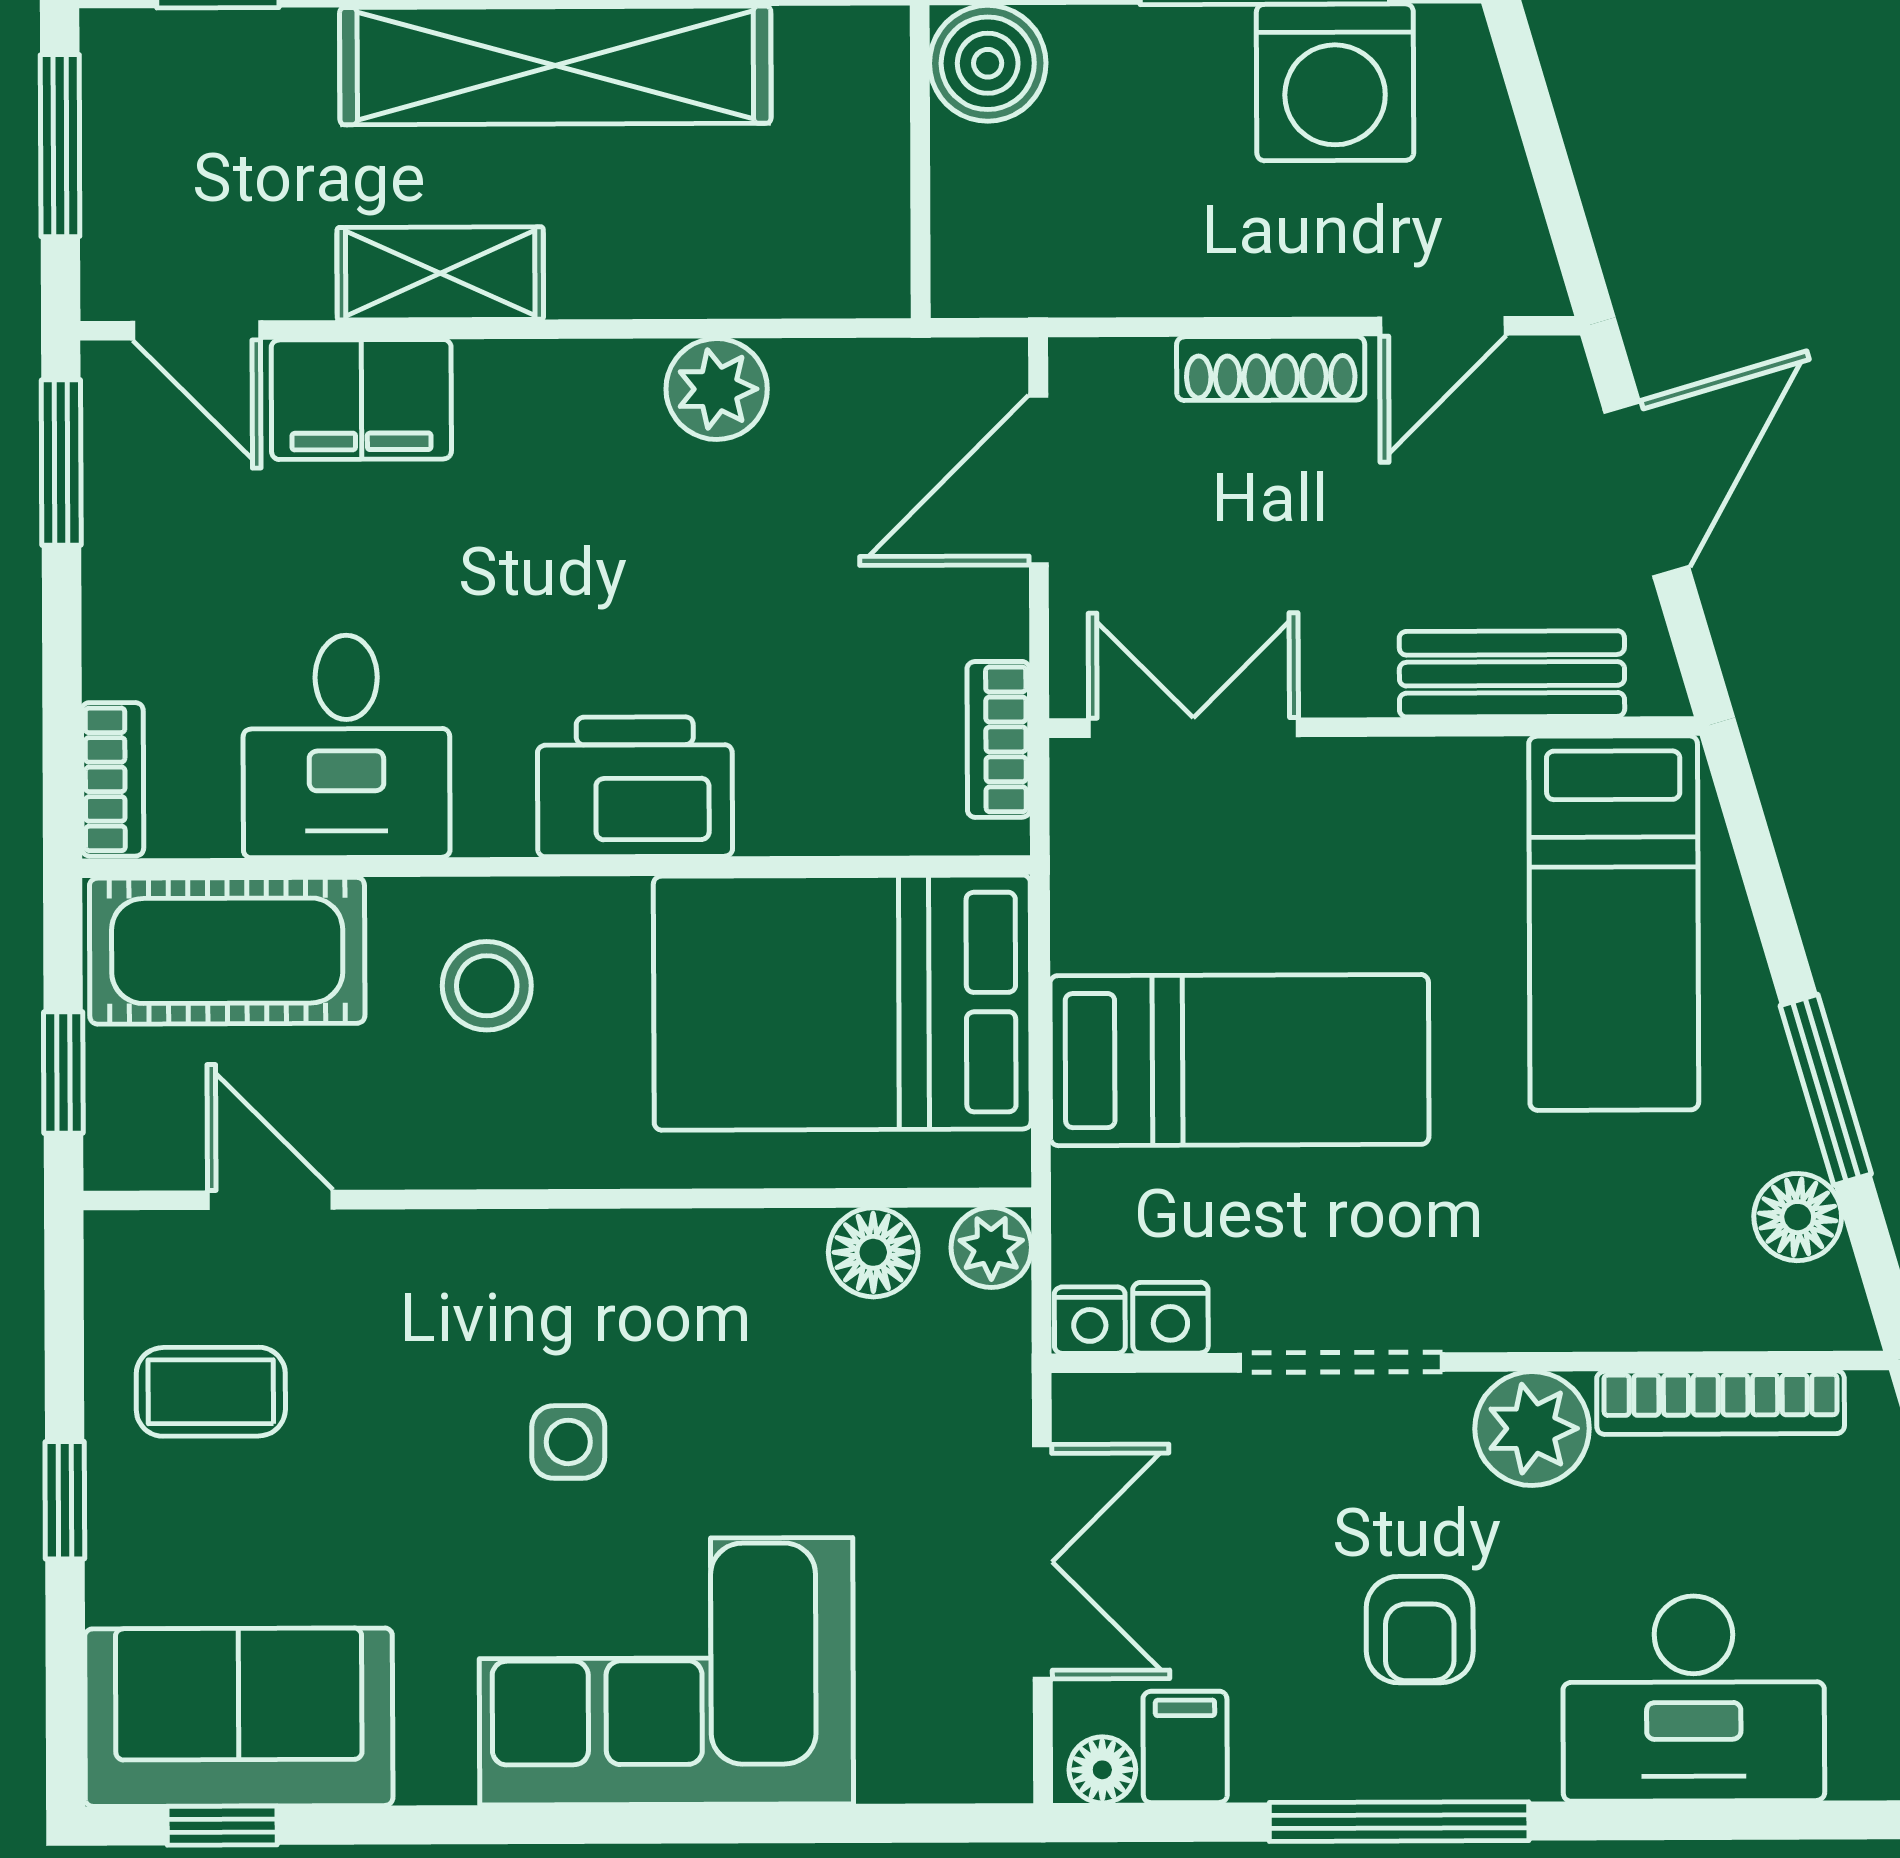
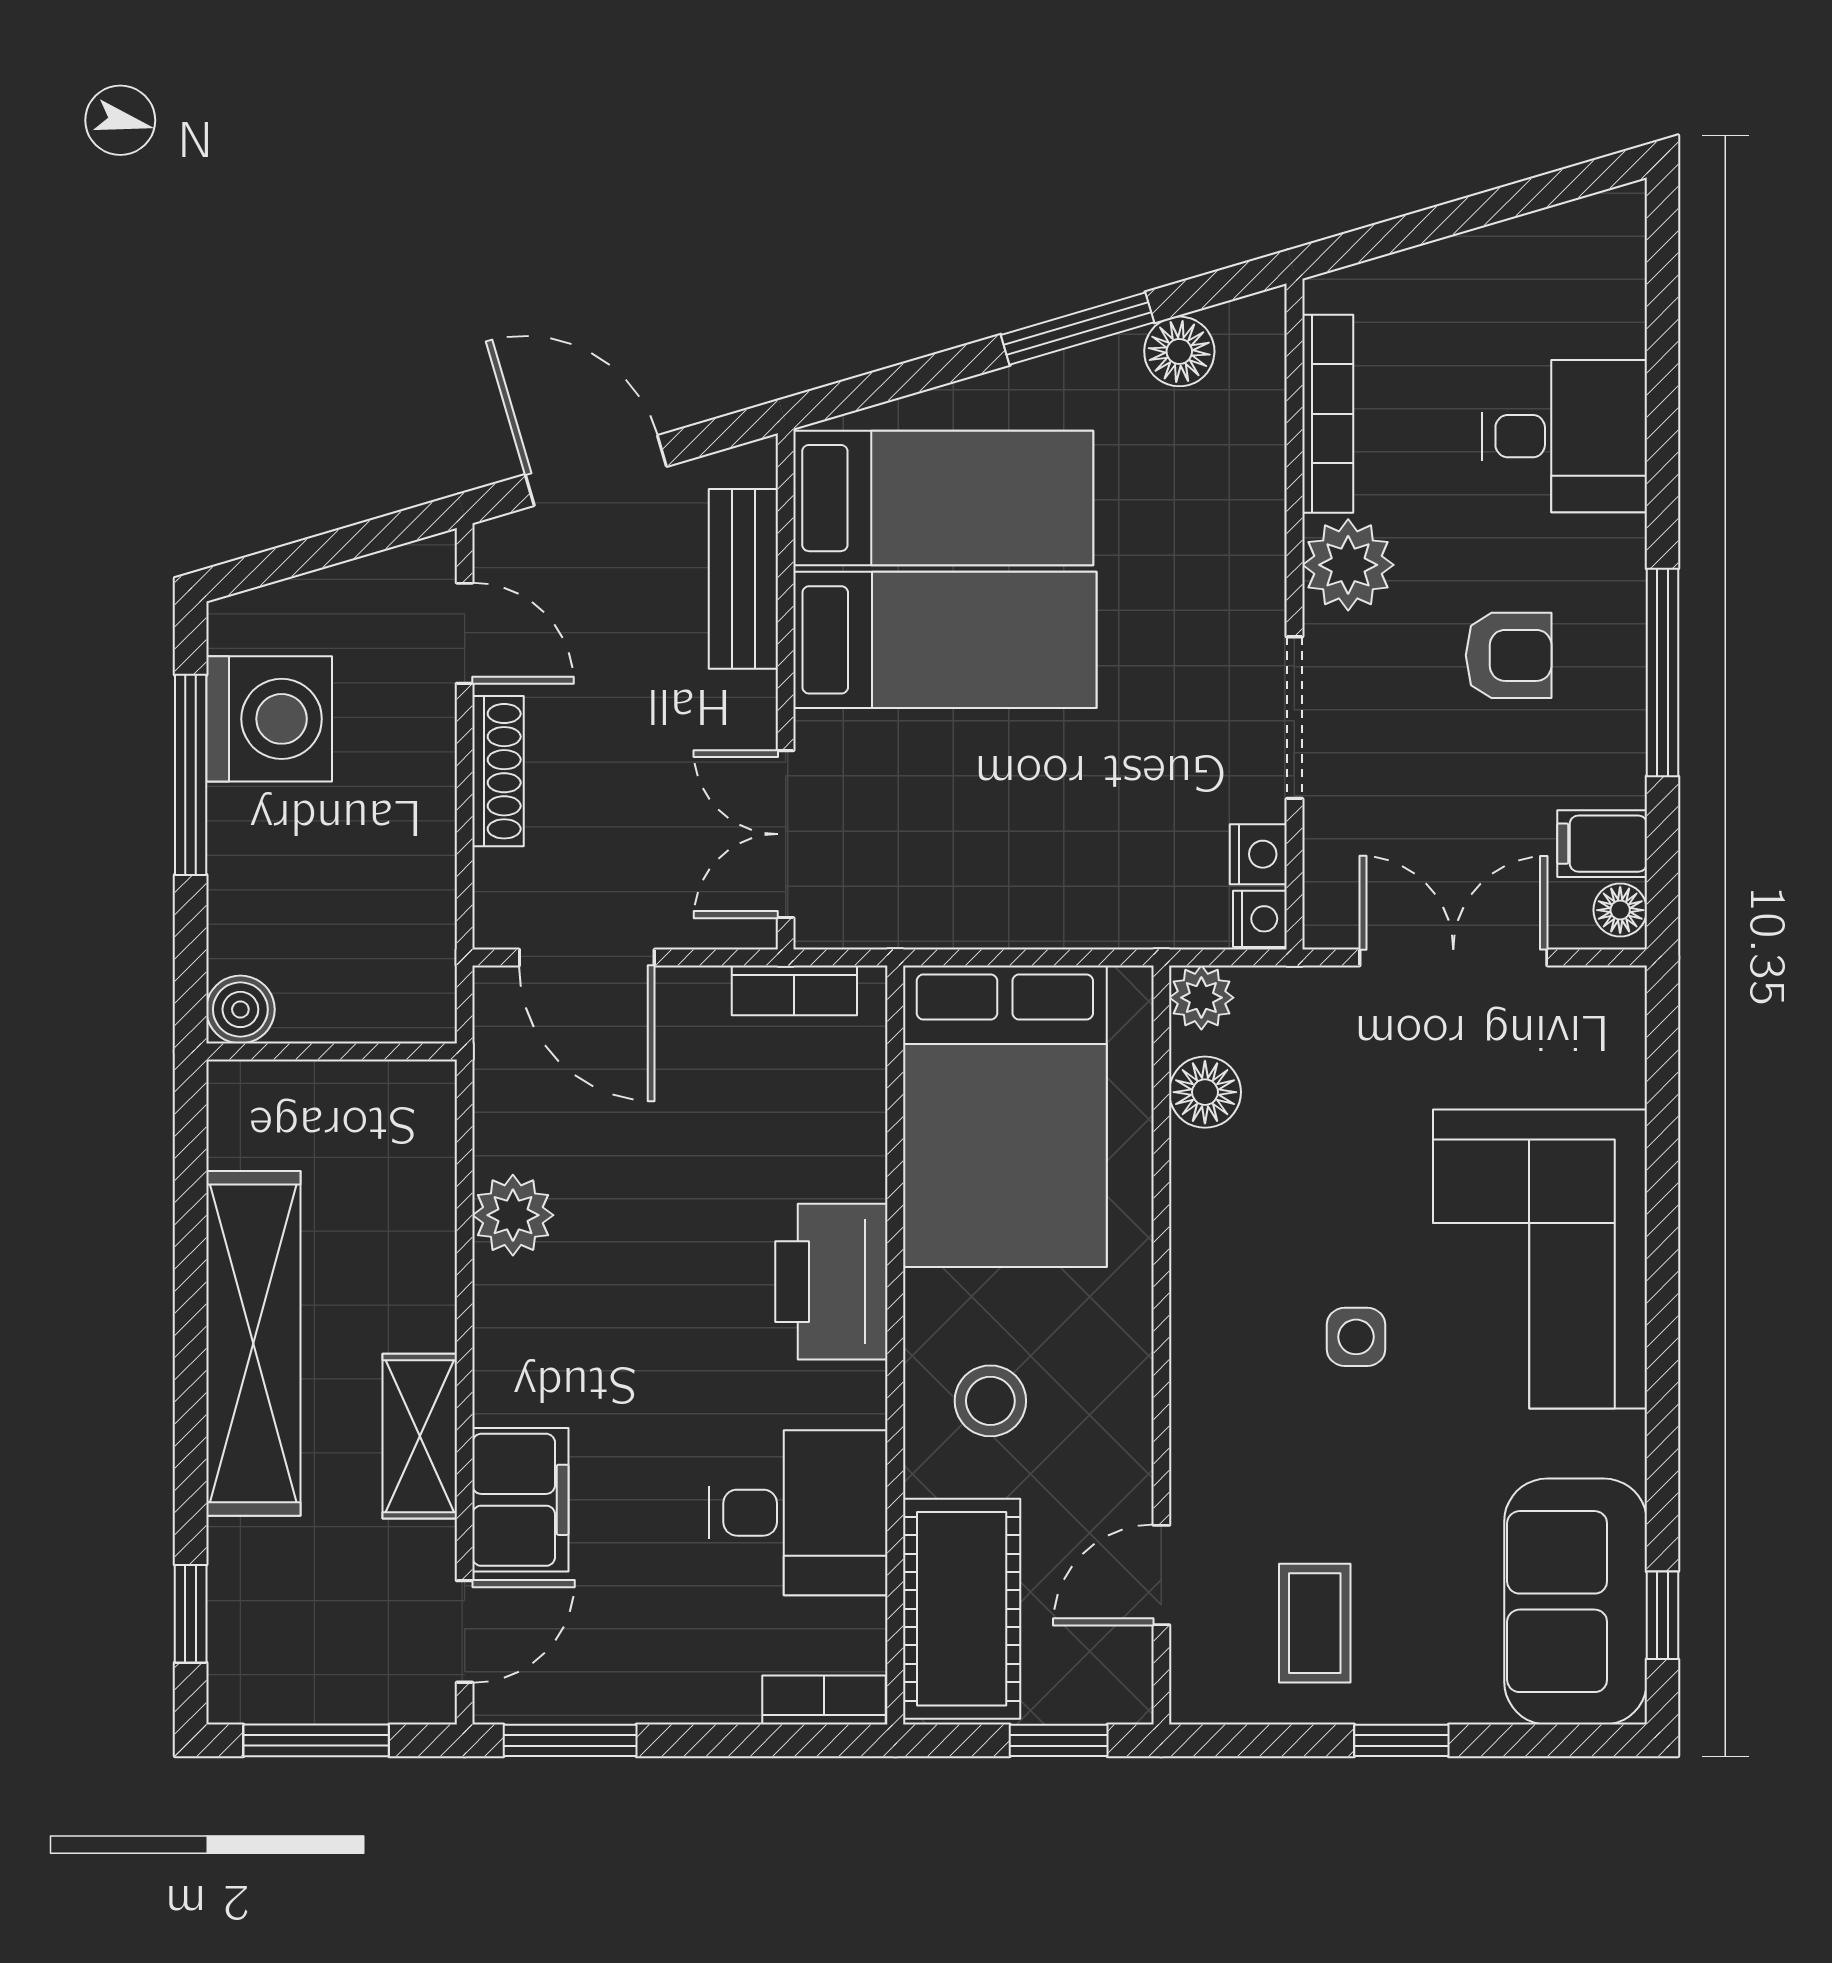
boiler: (988, 63) -> (240, 1009), width x0.73, depth x0.73
bed: (1239, 1060) -> (945, 640), moved, turned 90
desk: (1694, 1698) -> (1565, 436), width x0.73

